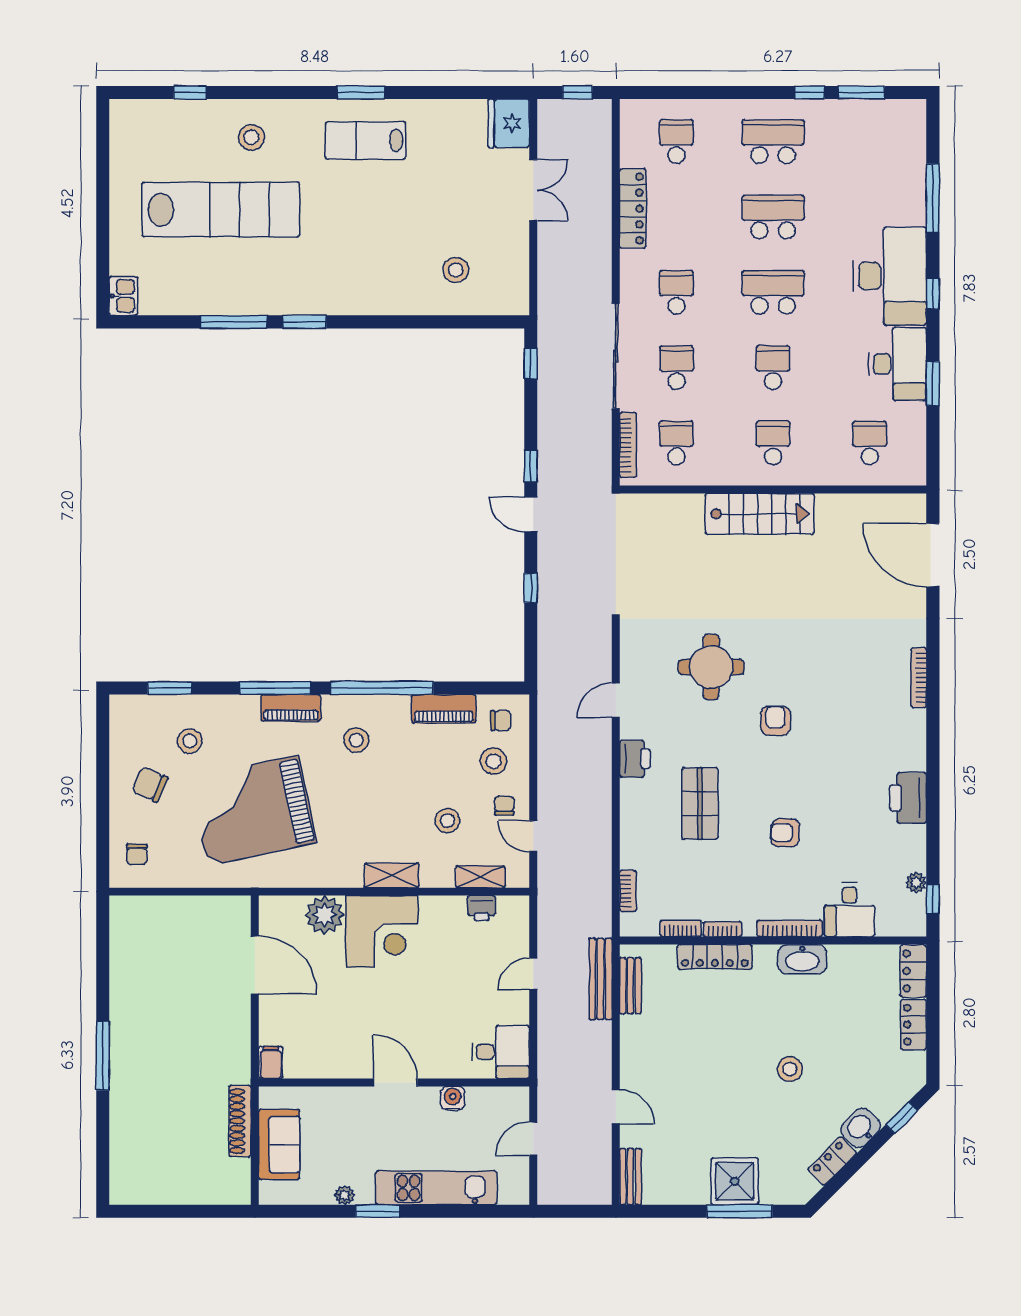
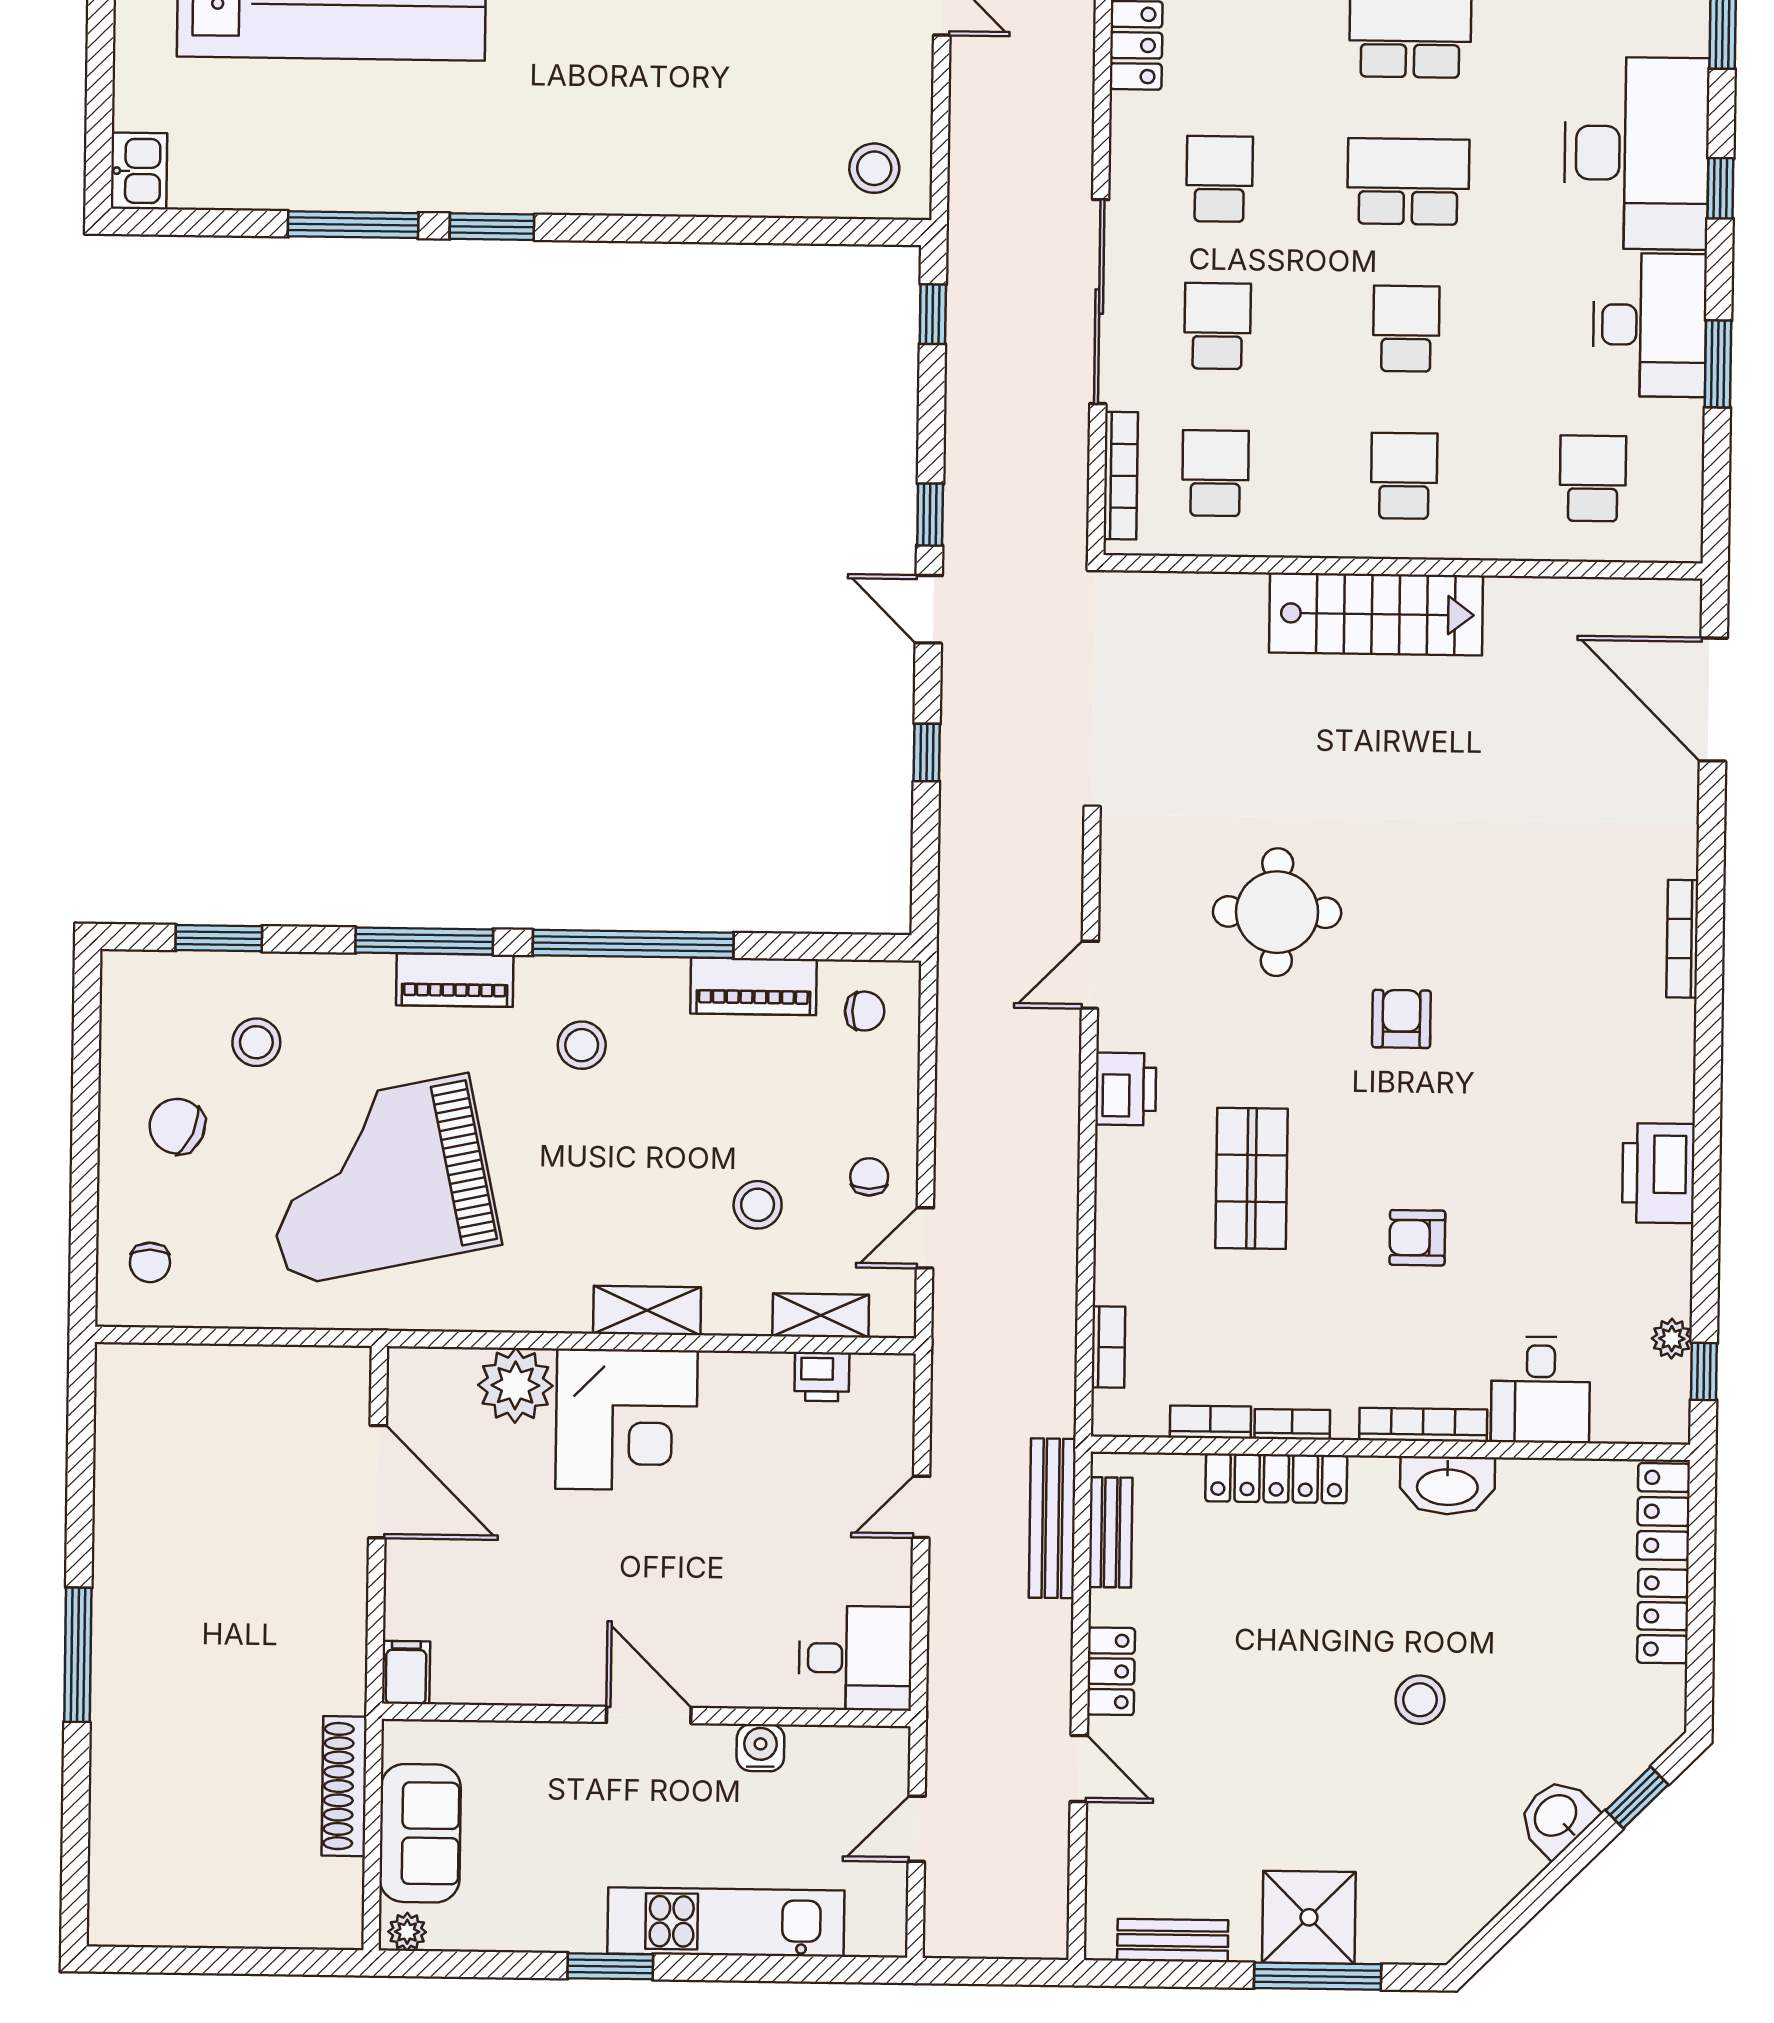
stool: (456, 270) -> (874, 168), moved
stool: (493, 761) -> (849, 1090), removed
door: (533, 836) -> (925, 1238), hinge flipped
locker: (832, 1161) -> (1111, 1671), moved, turned 135
bench: (630, 1177) -> (1173, 1940), moved, turned 90
plant: (345, 1195) -> (407, 1932), moved

